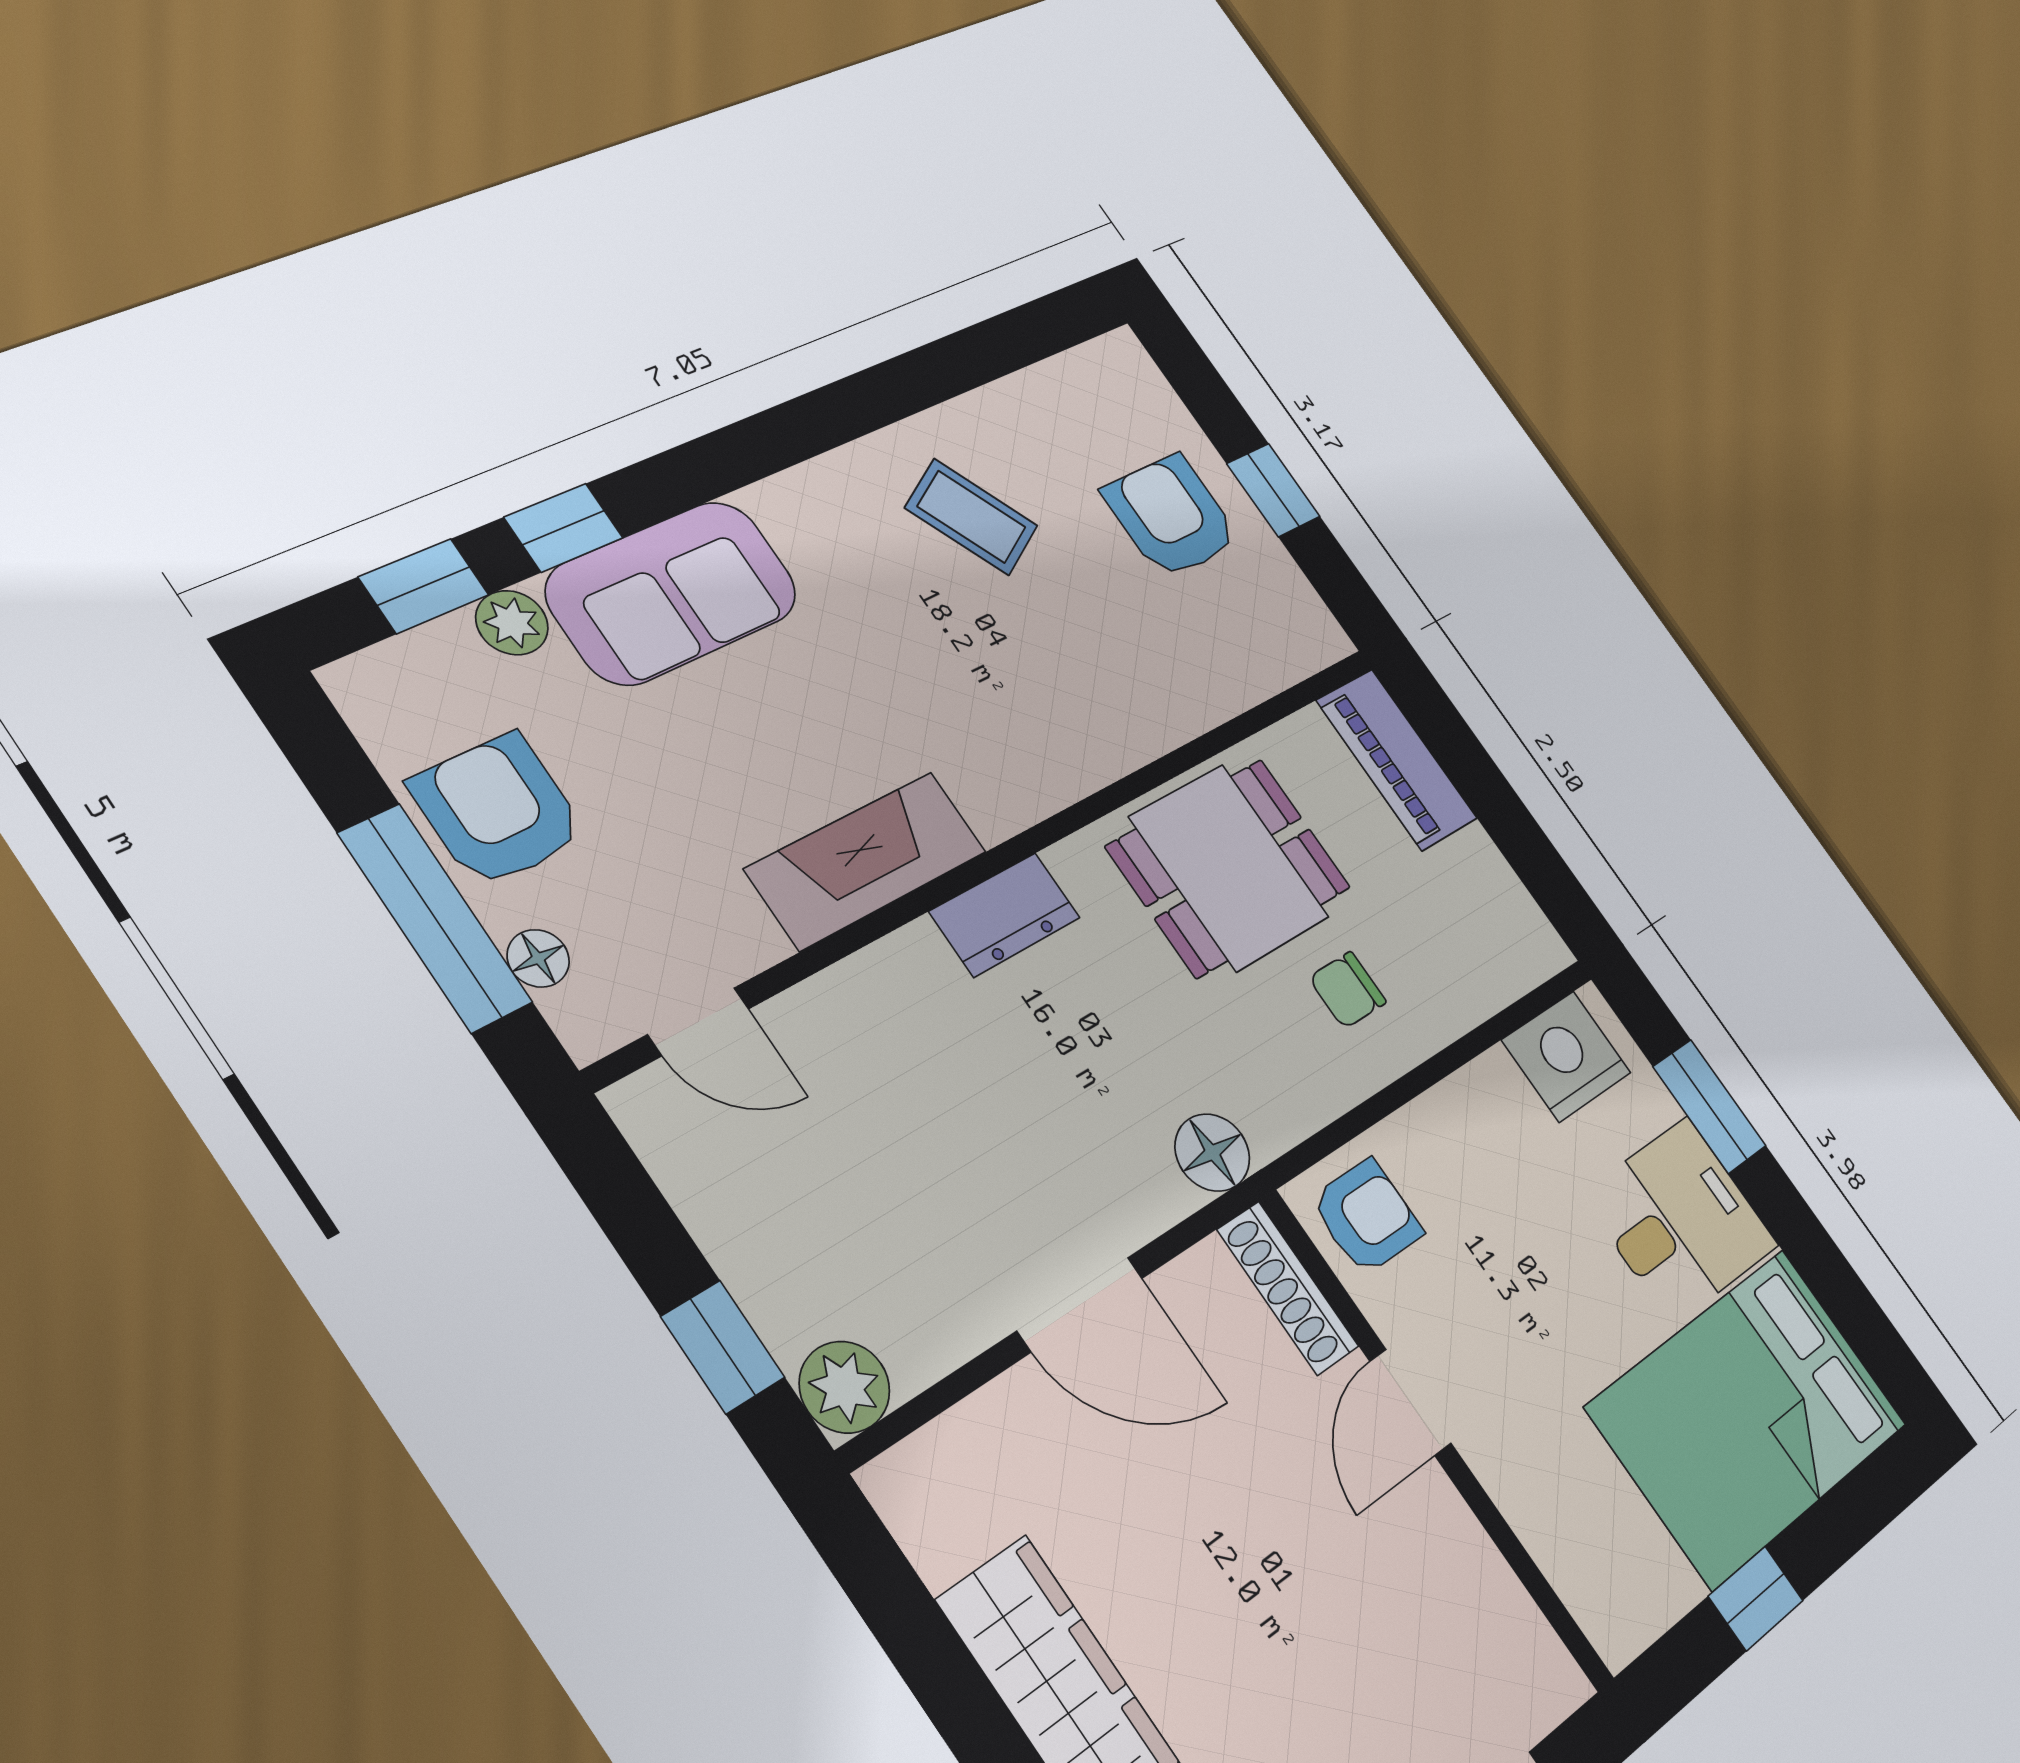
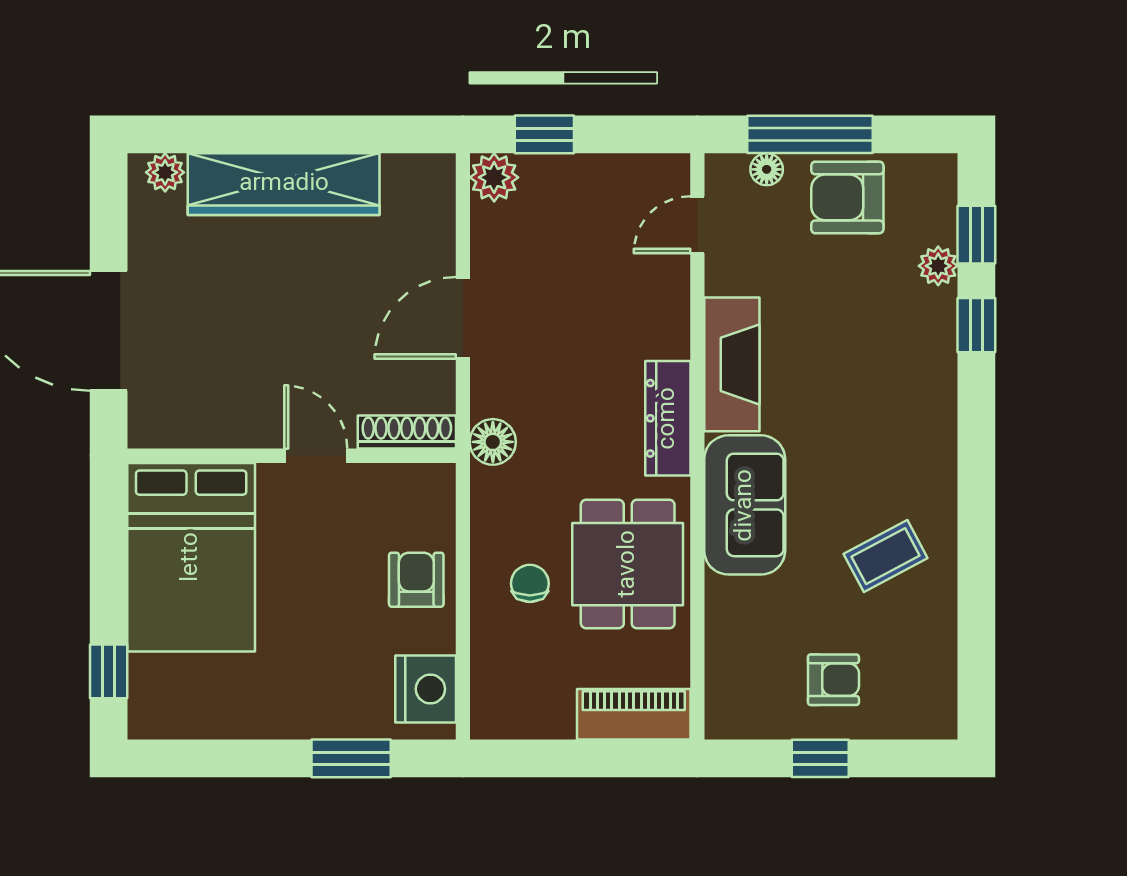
armchair: (1171, 516) -> (833, 680), width x0.72, depth x0.72
sofa: (672, 592) -> (745, 505), moved, turned 180
armchair: (498, 810) -> (847, 197), turned 180
dresser: (1005, 915) -> (668, 418), width x1.44
armchair: (1367, 1217) -> (416, 580), moved, turned 180
desk: (1680, 1220) -> (306, 688), removed
bed: (1748, 1416) -> (191, 557), moved, turned 180
window: (1756, 1598) -> (109, 671), moved

